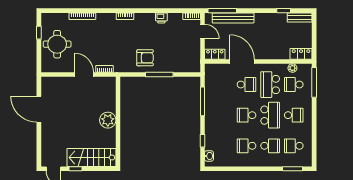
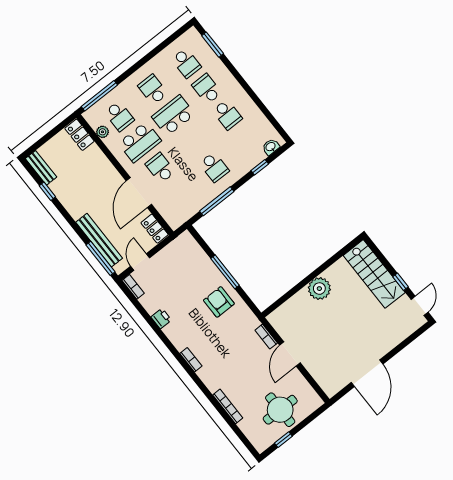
school desk: (246, 115) -> (214, 167), moved

